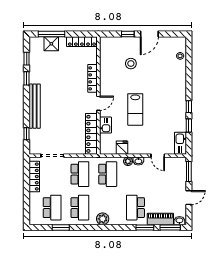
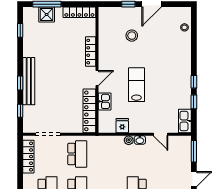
window: (27, 78) -> (20, 83), moved
lab bench: (135, 109) -> (136, 85), turned 180
school desk: (108, 174) -> (107, 154), removed

